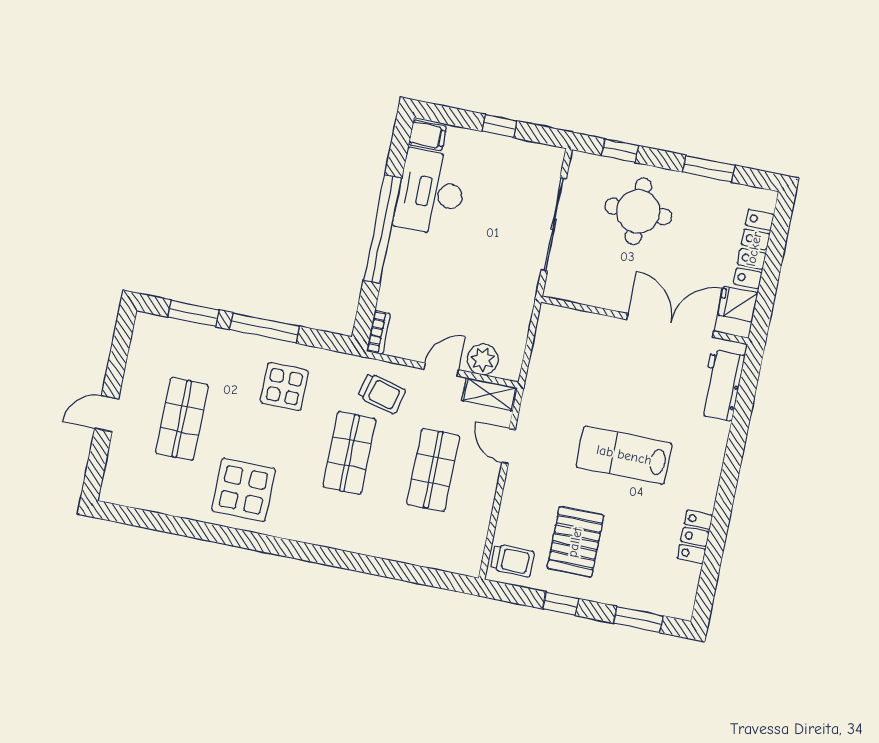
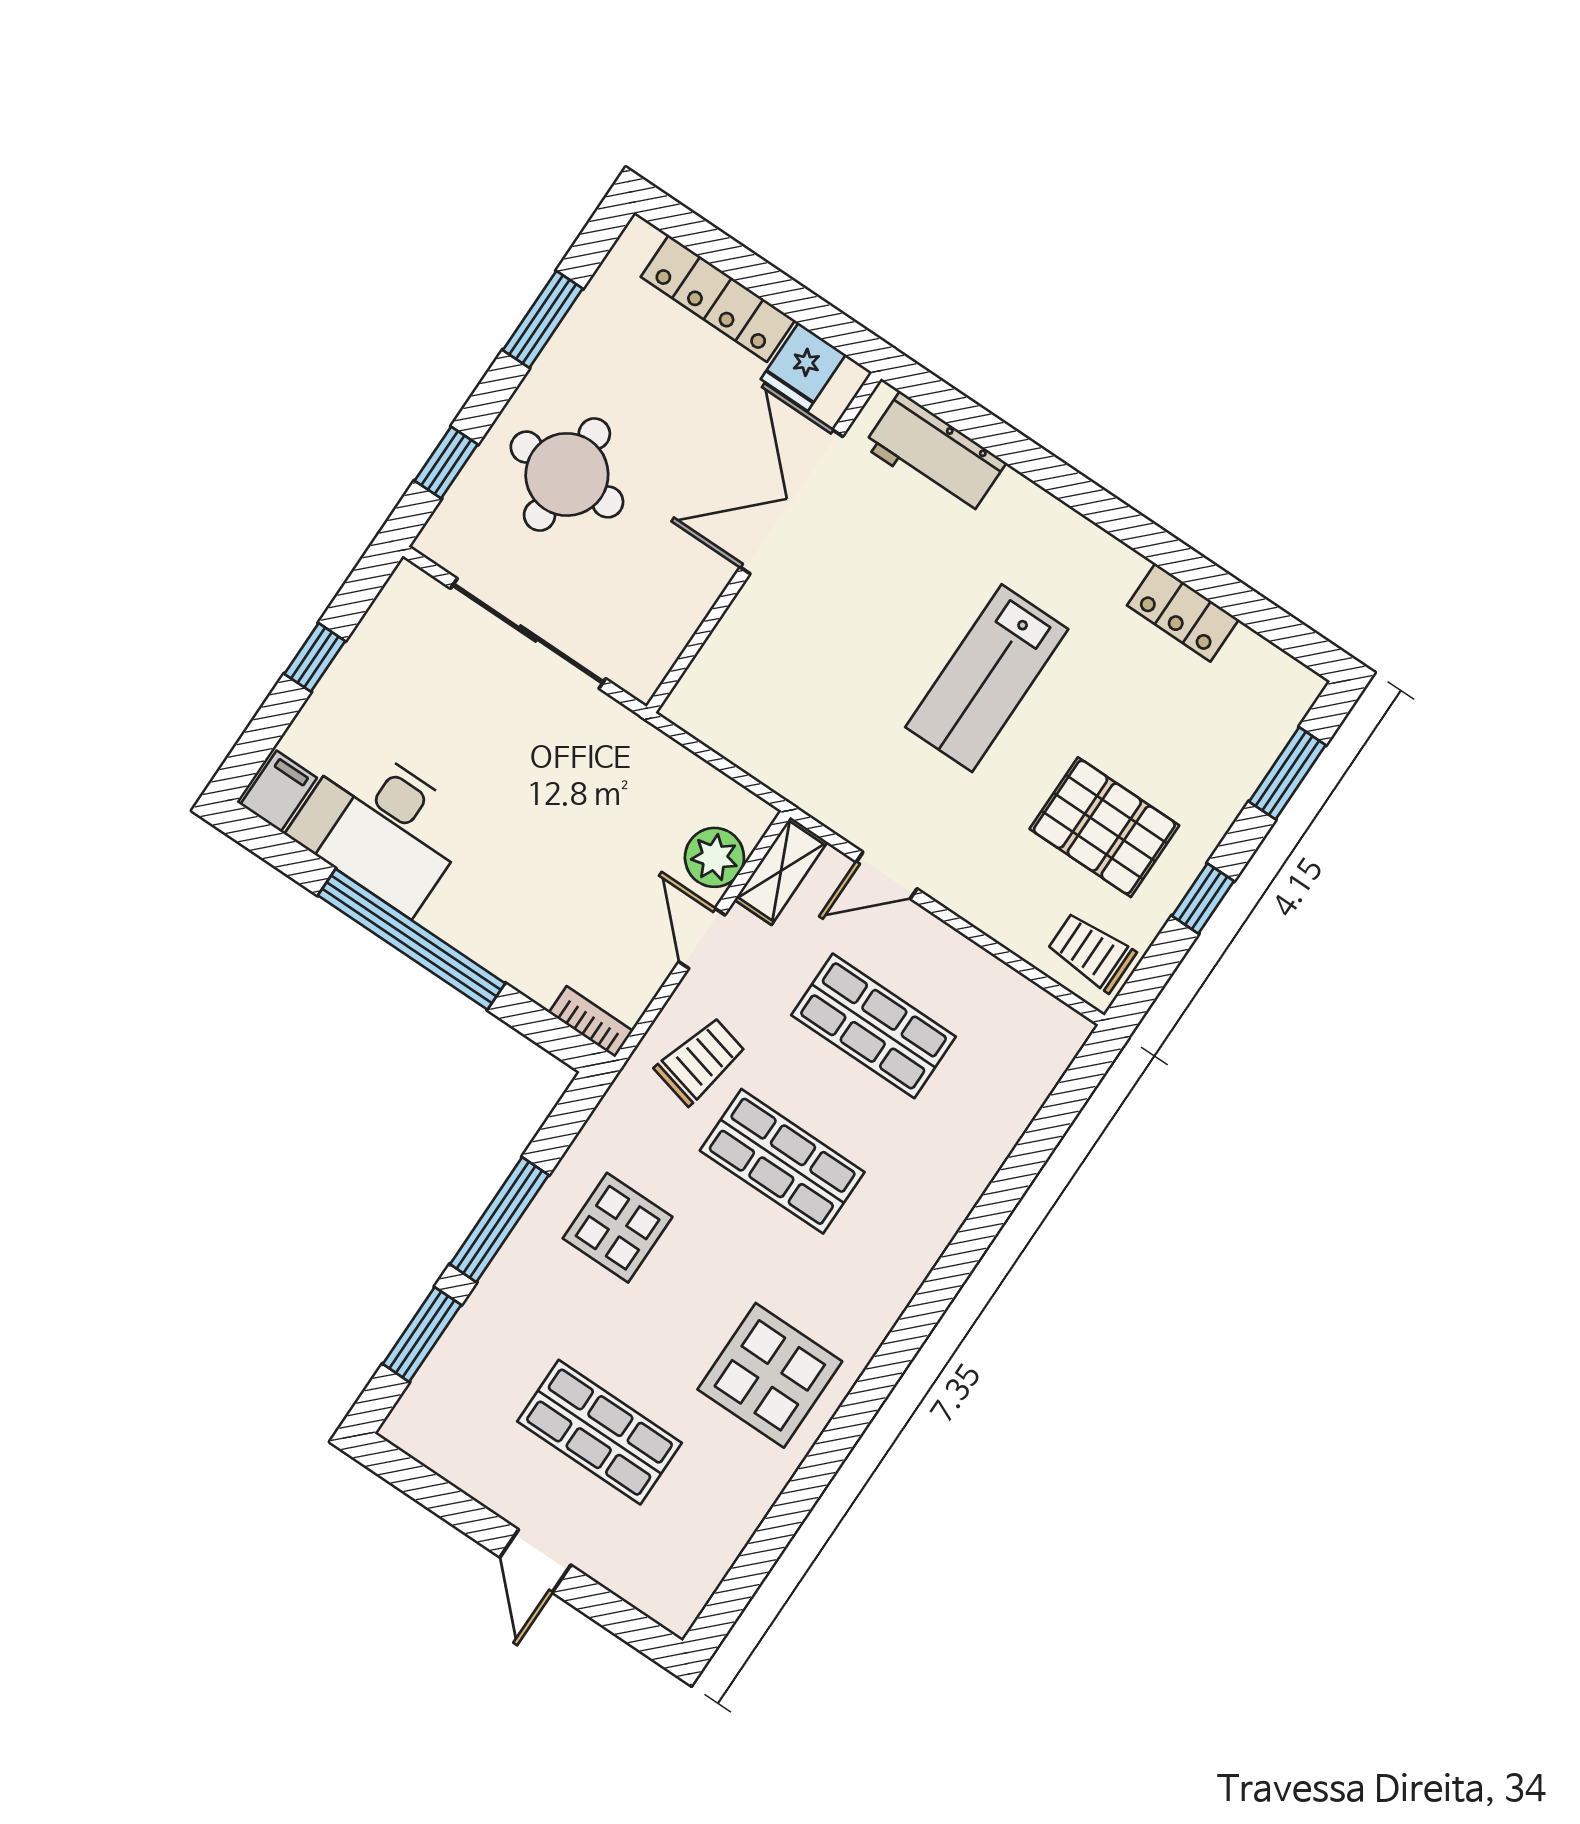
trolley: (513, 561) -> (1092, 952), turned -90

